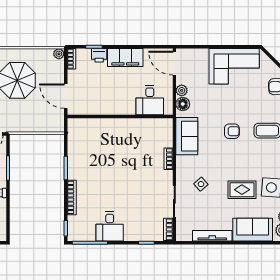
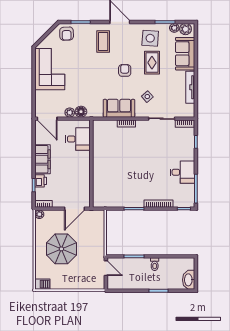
door: (174, 63) -> (47, 119), hinge flipped
armchair: (232, 131) -> (125, 70), moved
sofa: (187, 136) -> (119, 108), moved

